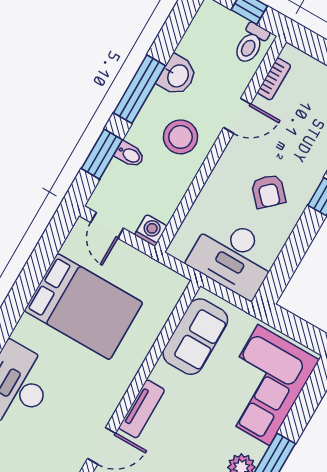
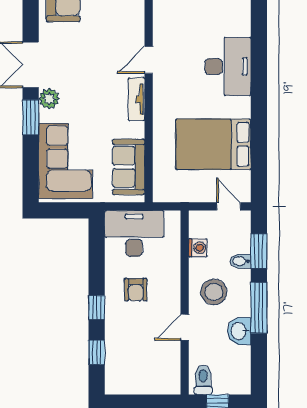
bookcase: (274, 79) -> (175, 365), removed
armchair: (268, 191) -> (136, 290), turned -137
washing machine: (151, 230) -> (198, 248), moved, turned -90

